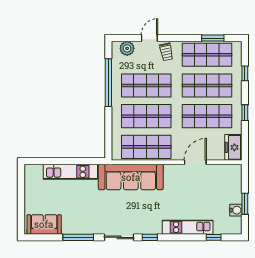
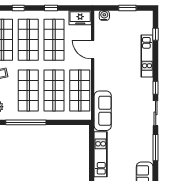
sofa: (131, 177) -> (103, 111), width x0.74, depth x0.79
water cooler: (236, 210) -> (104, 16), moved

